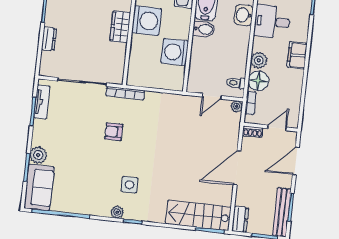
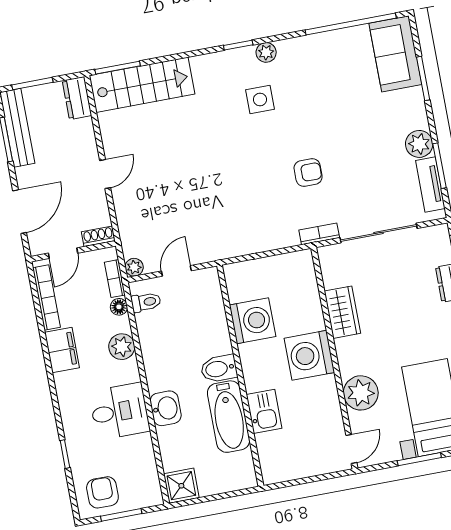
wardrobe: (120, 27) -> (342, 312), moved
filing cabinet: (297, 55) -> (62, 350), moved
floor lamp: (258, 81) -> (119, 307), width x0.53, depth x0.53
bookcase: (125, 93) -> (319, 234), width x0.64
bookcase: (295, 104) -> (46, 297), added
plant: (38, 155) -> (419, 144), moved
door: (237, 168) -> (105, 174), width x0.53

